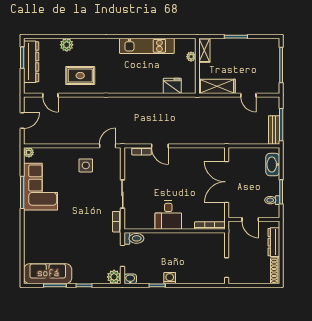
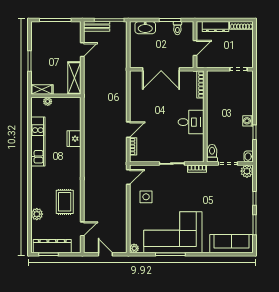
fridge: (172, 86) -> (74, 139), moved
bench: (274, 130) -> (97, 26), moved
door: (108, 146) -> (128, 177), swing flipped
corner sofa: (41, 187) -> (173, 232), width x1.36, depth x1.36
sofa: (48, 274) -> (232, 244), moved, turned 90

